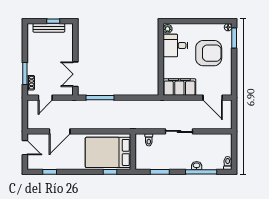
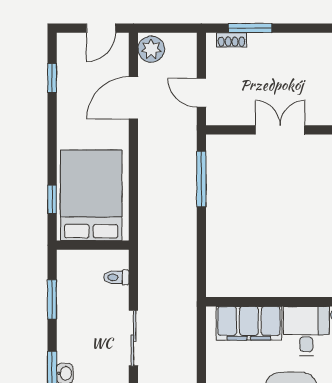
double door: (75, 74) -> (280, 130), moved
filing cabinet: (179, 87) -> (249, 323), moved, turned 90
door: (45, 98) -> (201, 93), moved
plant: (35, 123) -> (151, 49), added
door: (60, 131) -> (133, 98), hinge flipped

